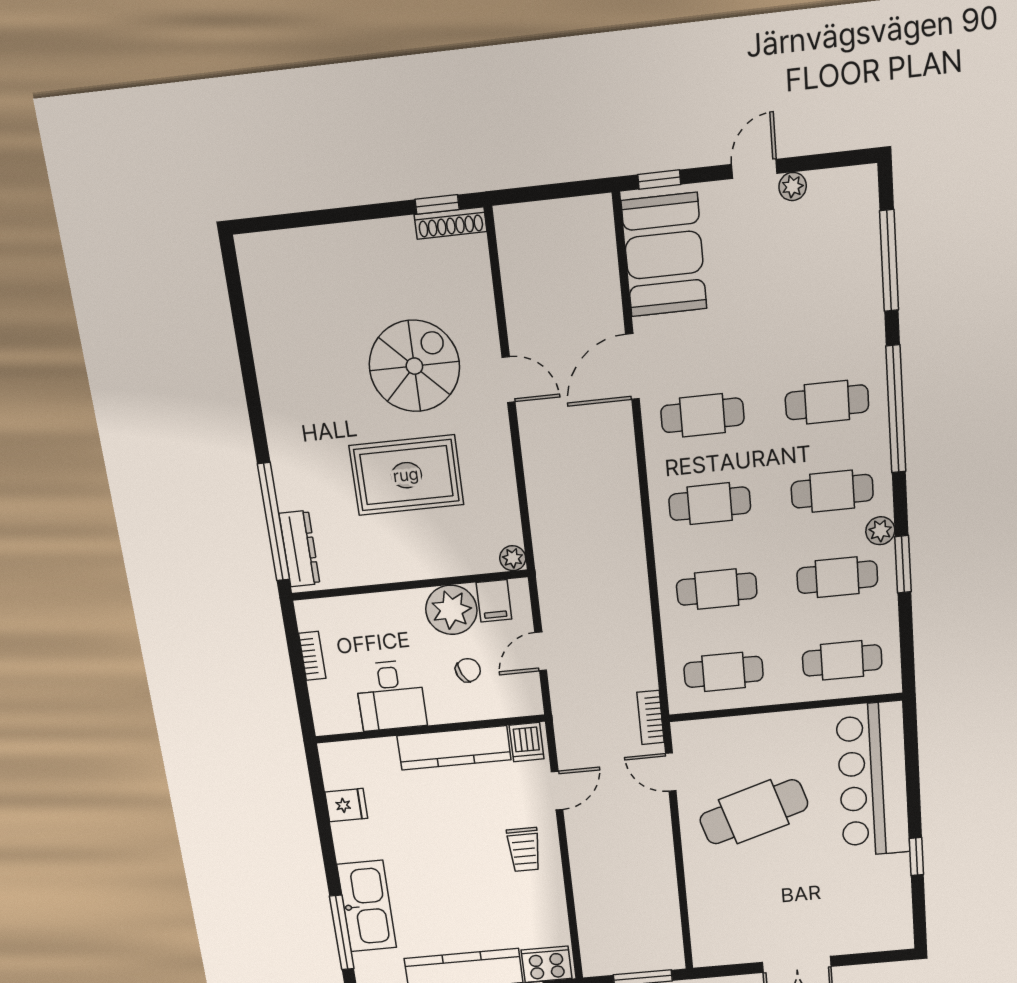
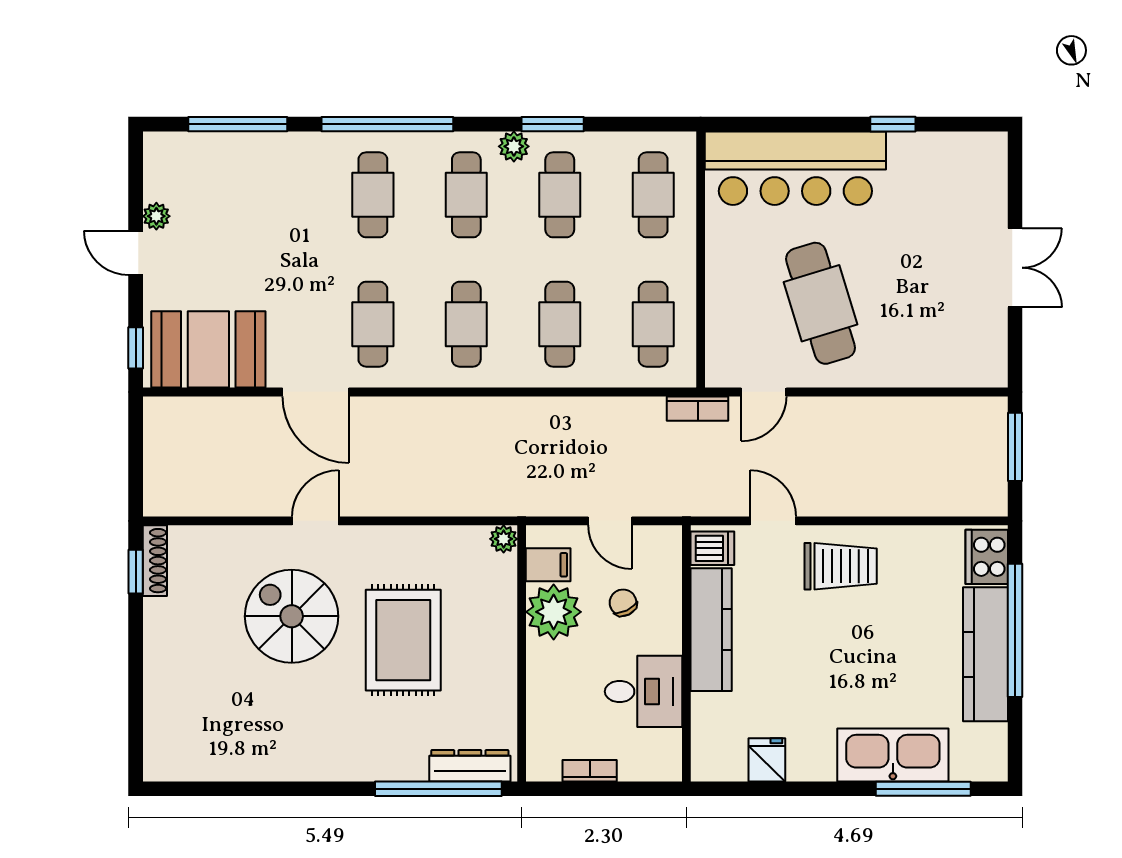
trolley: (524, 850) -> (841, 566), width x1.36, depth x1.39

